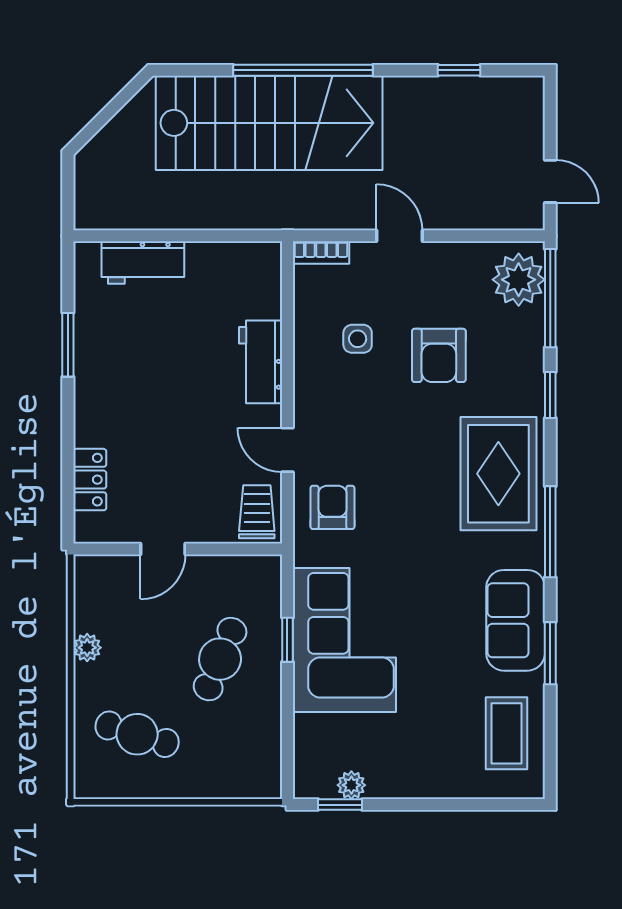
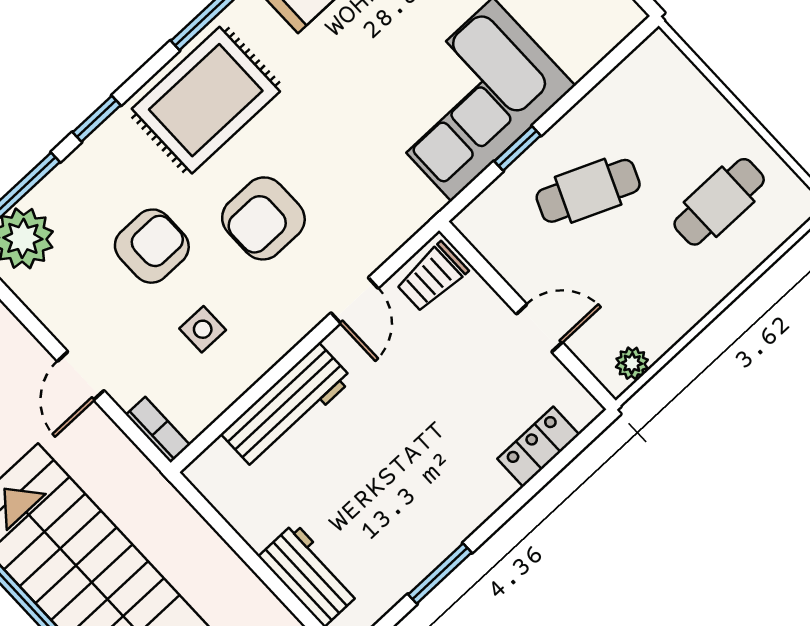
workbench: (261, 362) -> (287, 407), width x1.37
armchair: (332, 507) -> (263, 218), moved, width x1.38, depth x1.38
plant: (87, 648) -> (632, 363), moved
cafe table: (137, 734) -> (719, 202), turned 73

